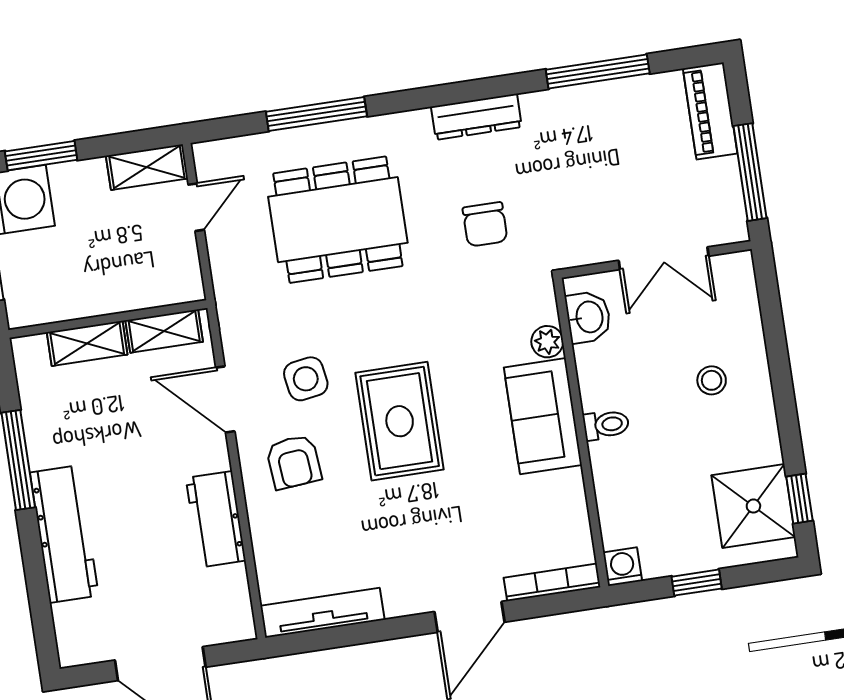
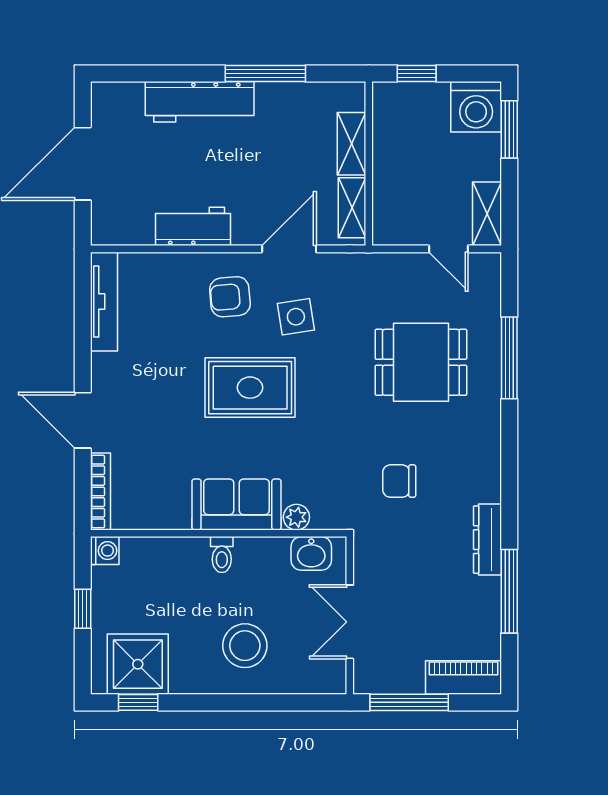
dresser: (476, 117) -> (487, 540), moved
dining table: (338, 220) -> (421, 362), width x0.73
stool: (712, 380) -> (245, 646), width x1.89, depth x1.89

